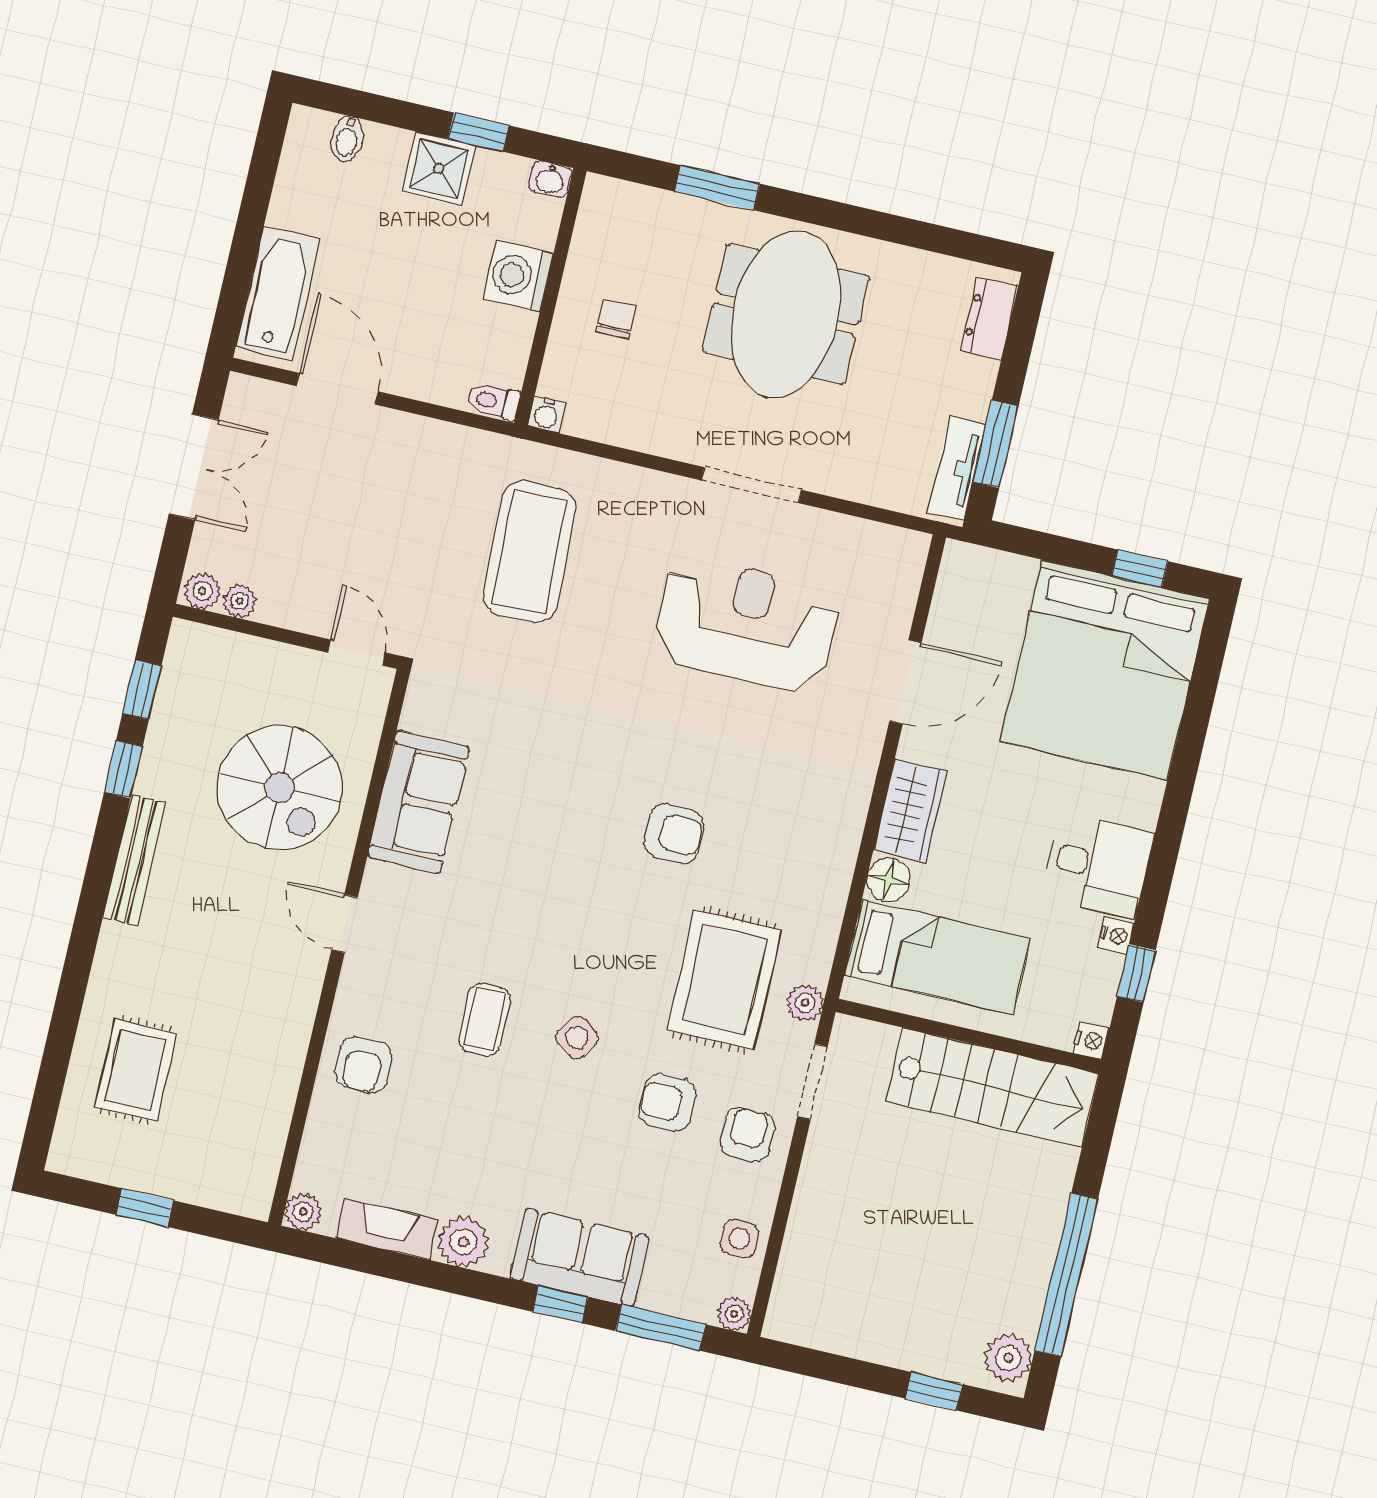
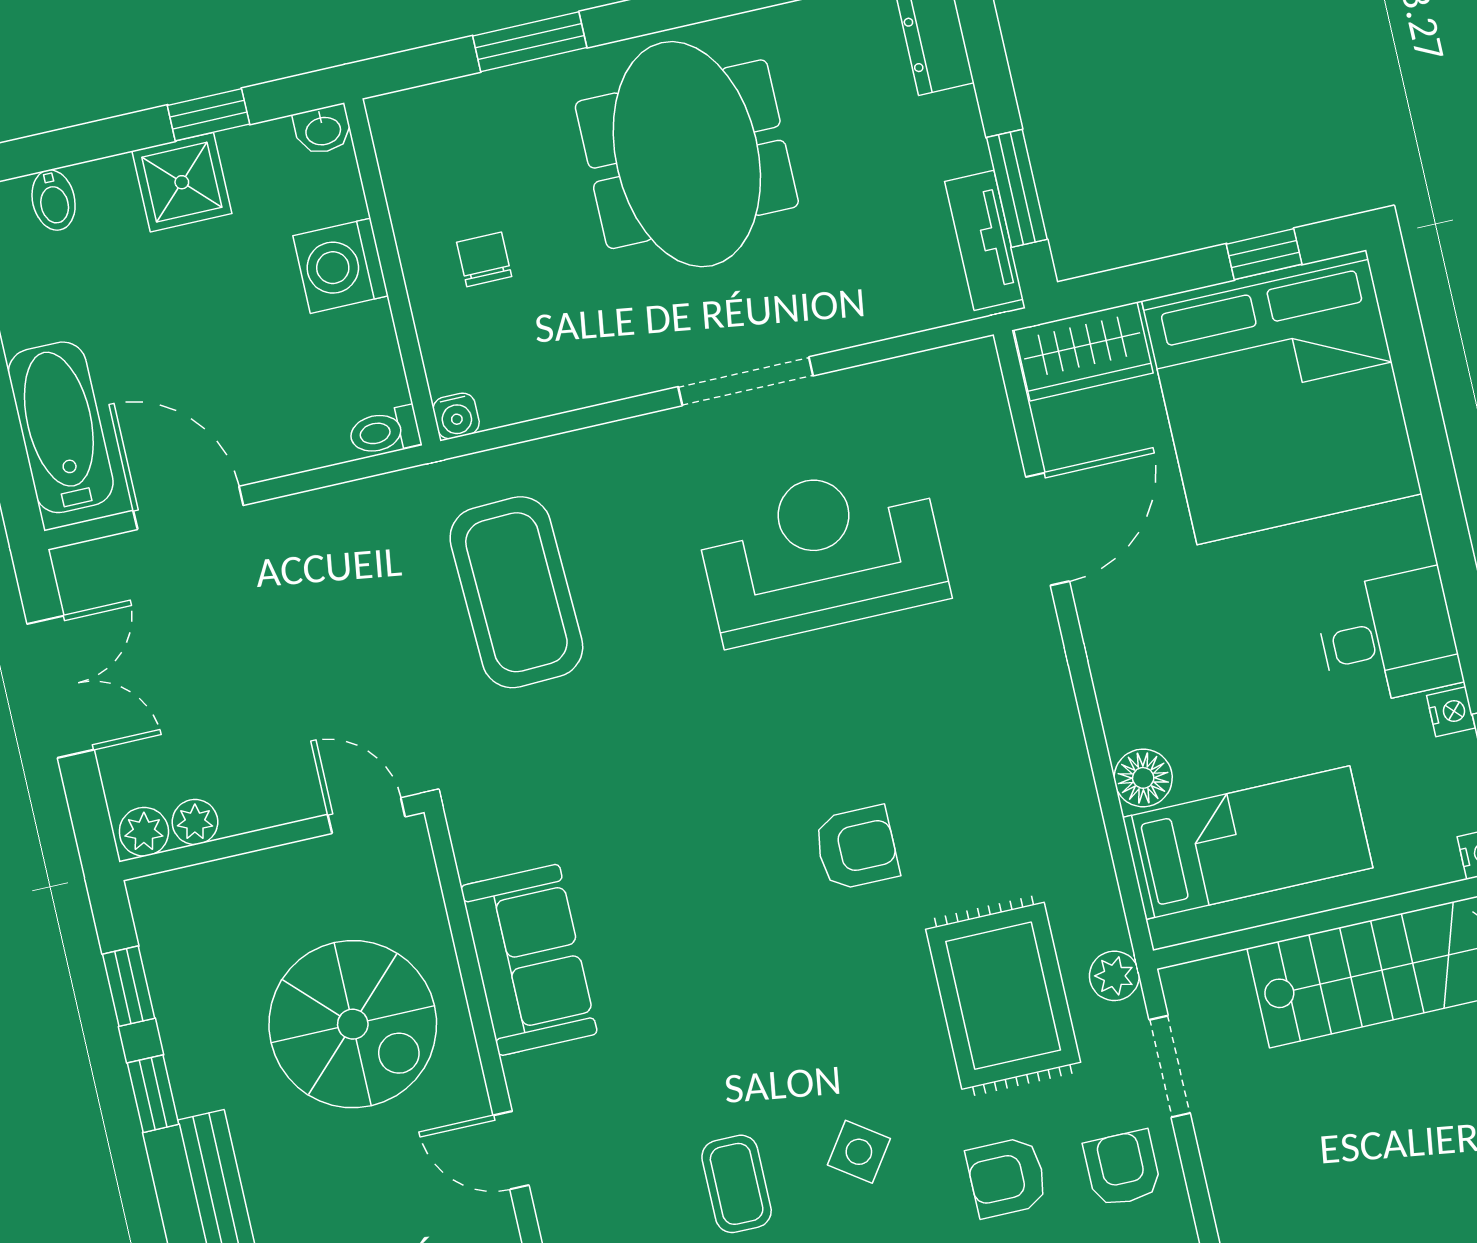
wardrobe: (910, 811) -> (1084, 351), moved, turned 90

